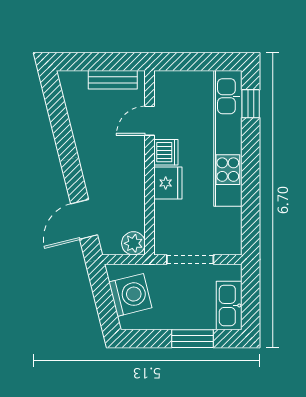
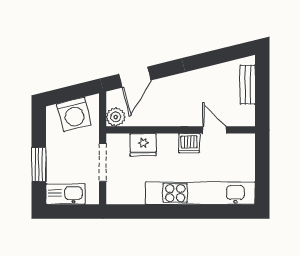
bench: (113, 80) -> (248, 85), moved
window: (251, 104) -> (228, 211), removed
fridge: (168, 183) -> (143, 145), moved
door: (84, 219) -> (135, 77), swing flipped

